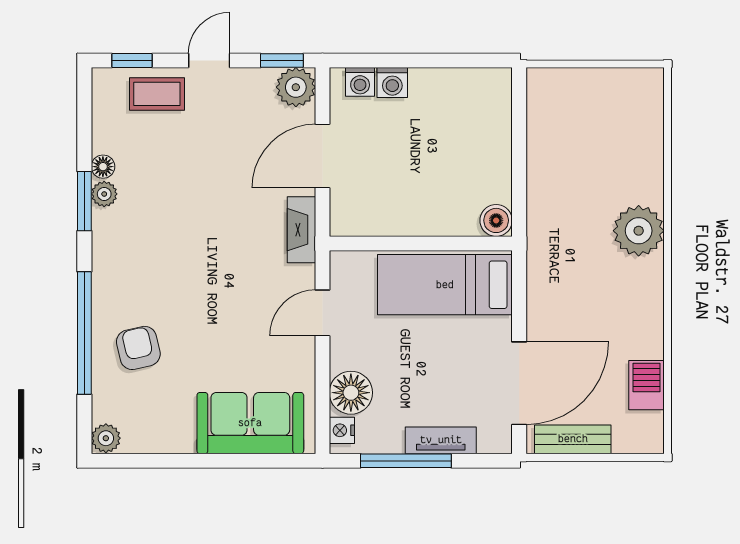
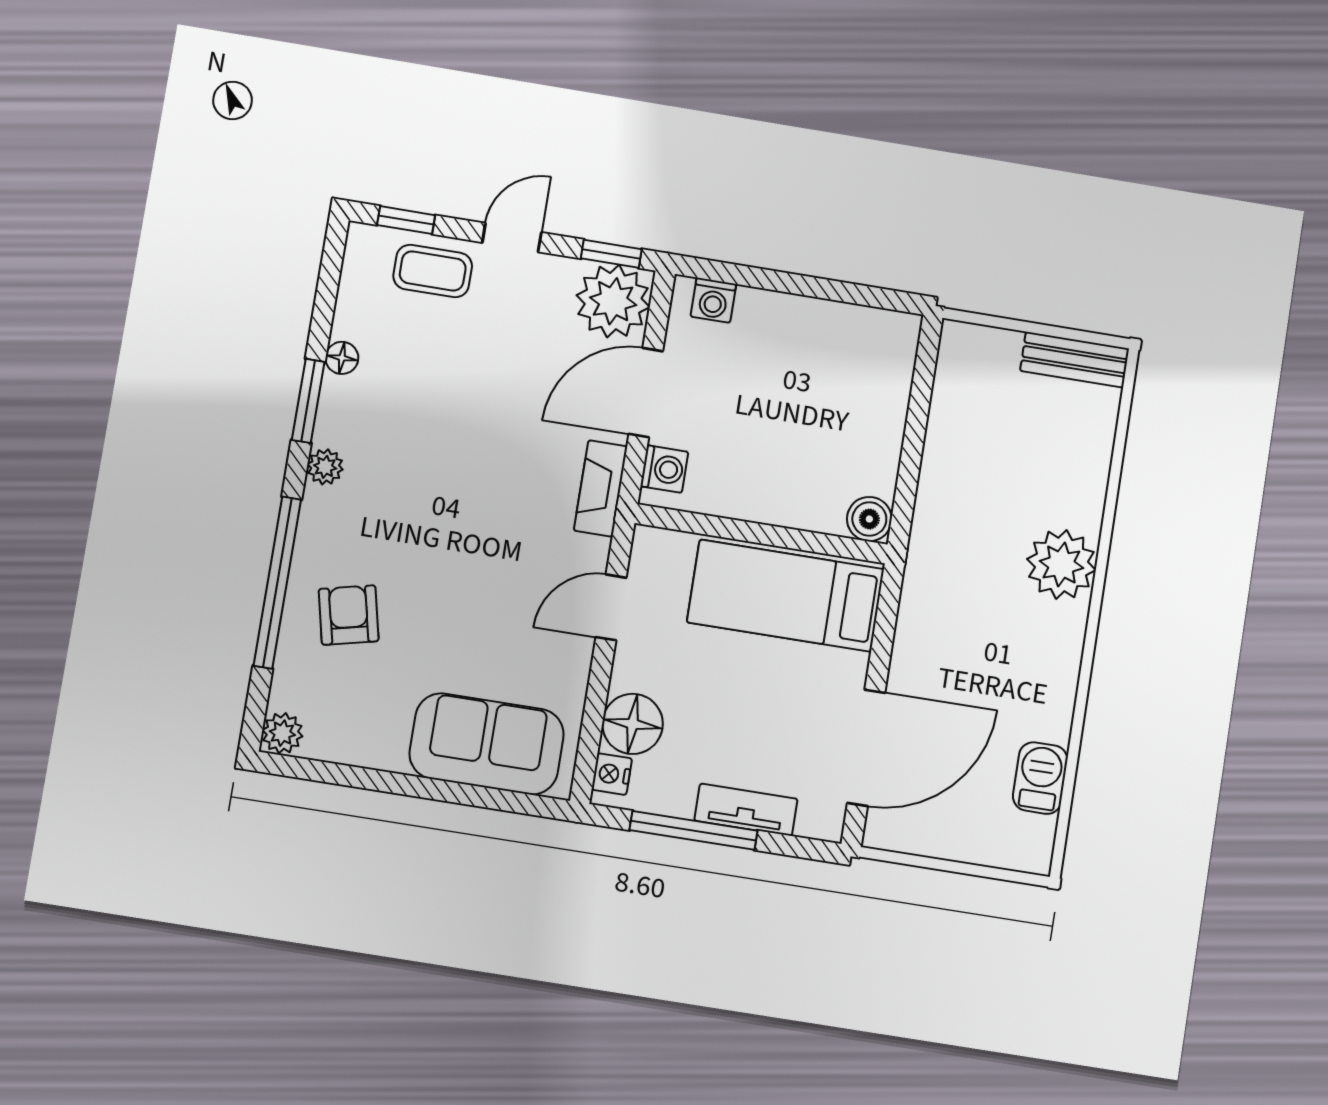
washing machine: (392, 83) -> (664, 469), moved, turned -90
plant: (296, 87) -> (613, 301), width x1.36, depth x1.36
plant: (104, 194) -> (325, 467), moved
bench: (573, 439) -> (1075, 360), moved

